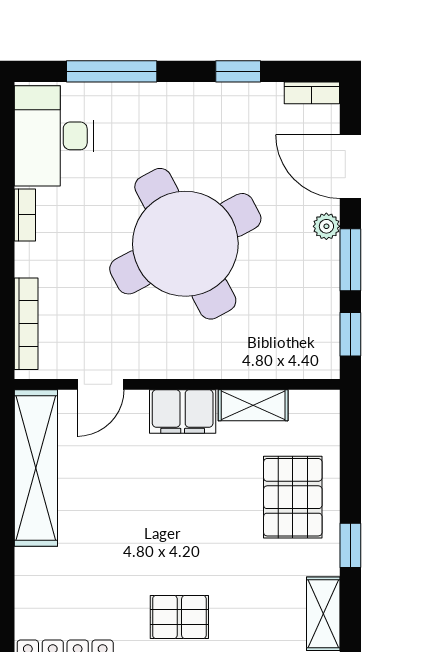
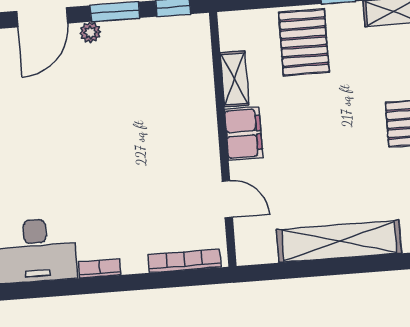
round table: (185, 244) -> (112, 141), removed
shelving: (36, 468) -> (339, 241), moved
pallet: (293, 497) -> (304, 42), turned 90

